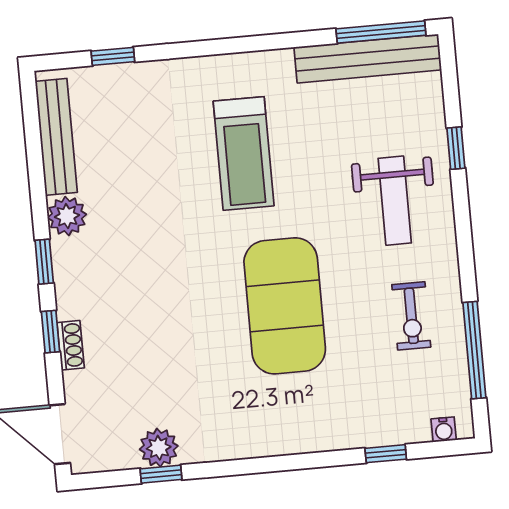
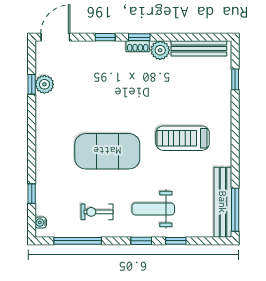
window: (462, 219) -> (141, 241), added
shoe rack: (71, 345) -> (138, 46), moved

